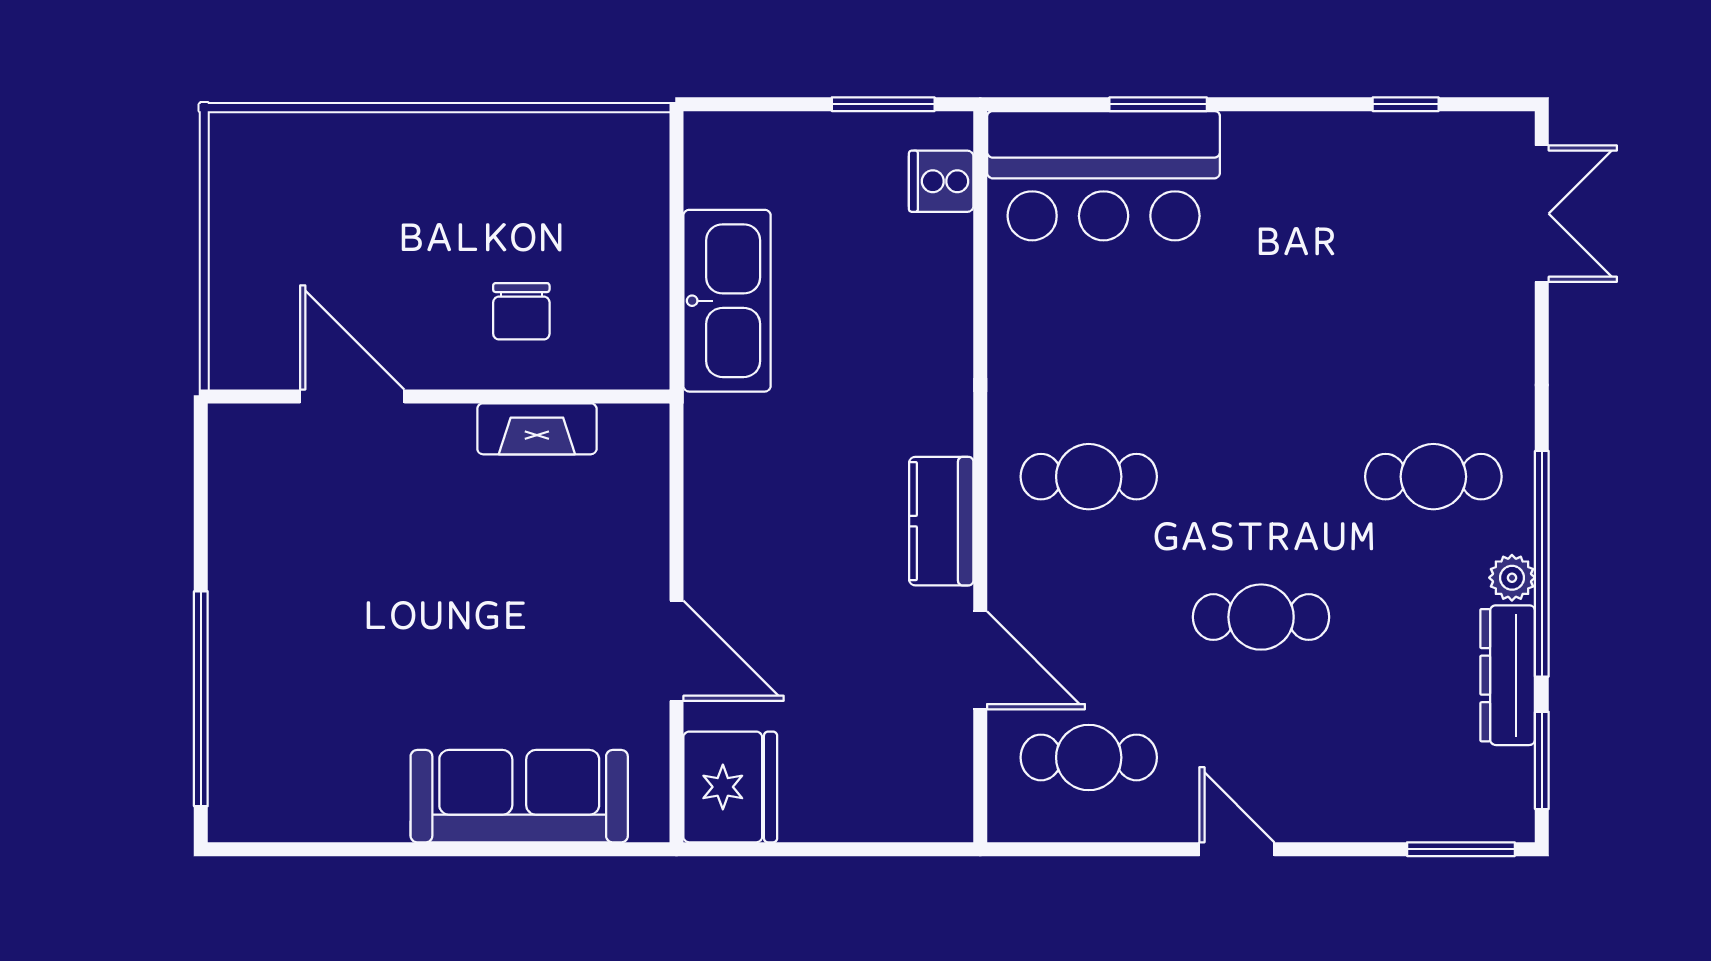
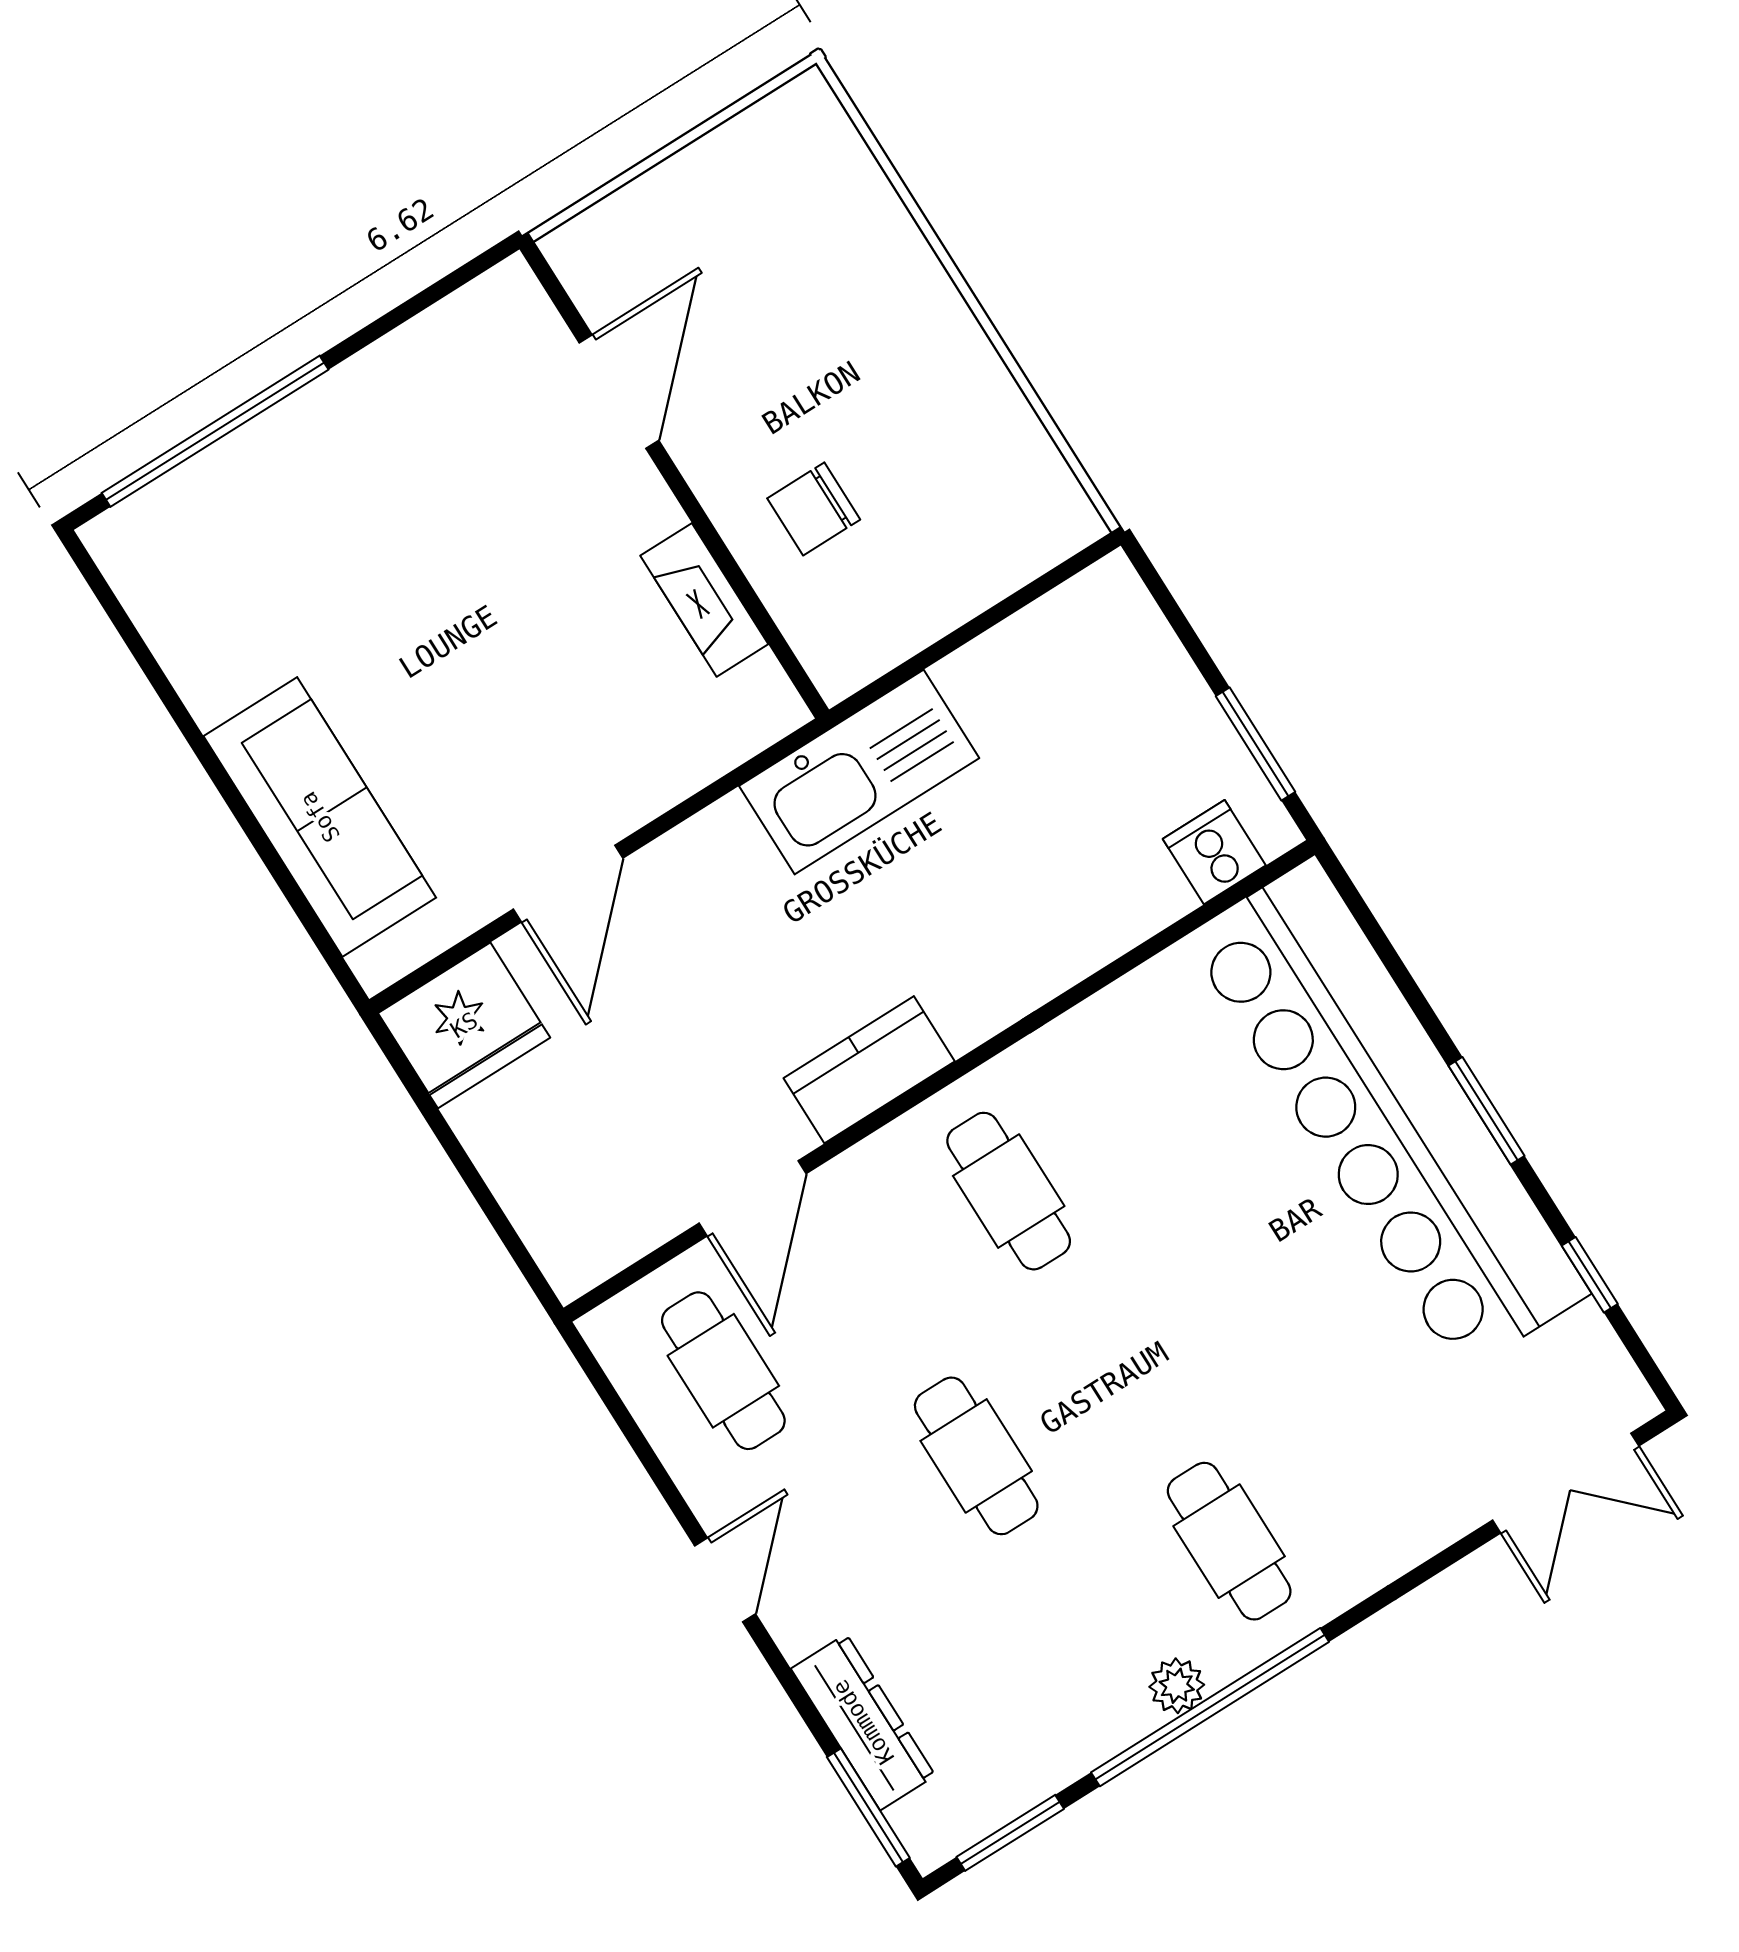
window: (1158, 104) -> (1486, 1111), moved
bar counter: (1104, 176) -> (1388, 1115), width x1.86
kitchen sink: (727, 301) -> (859, 772), moved
dresser: (1508, 675) -> (863, 1722), moved, turned 90

